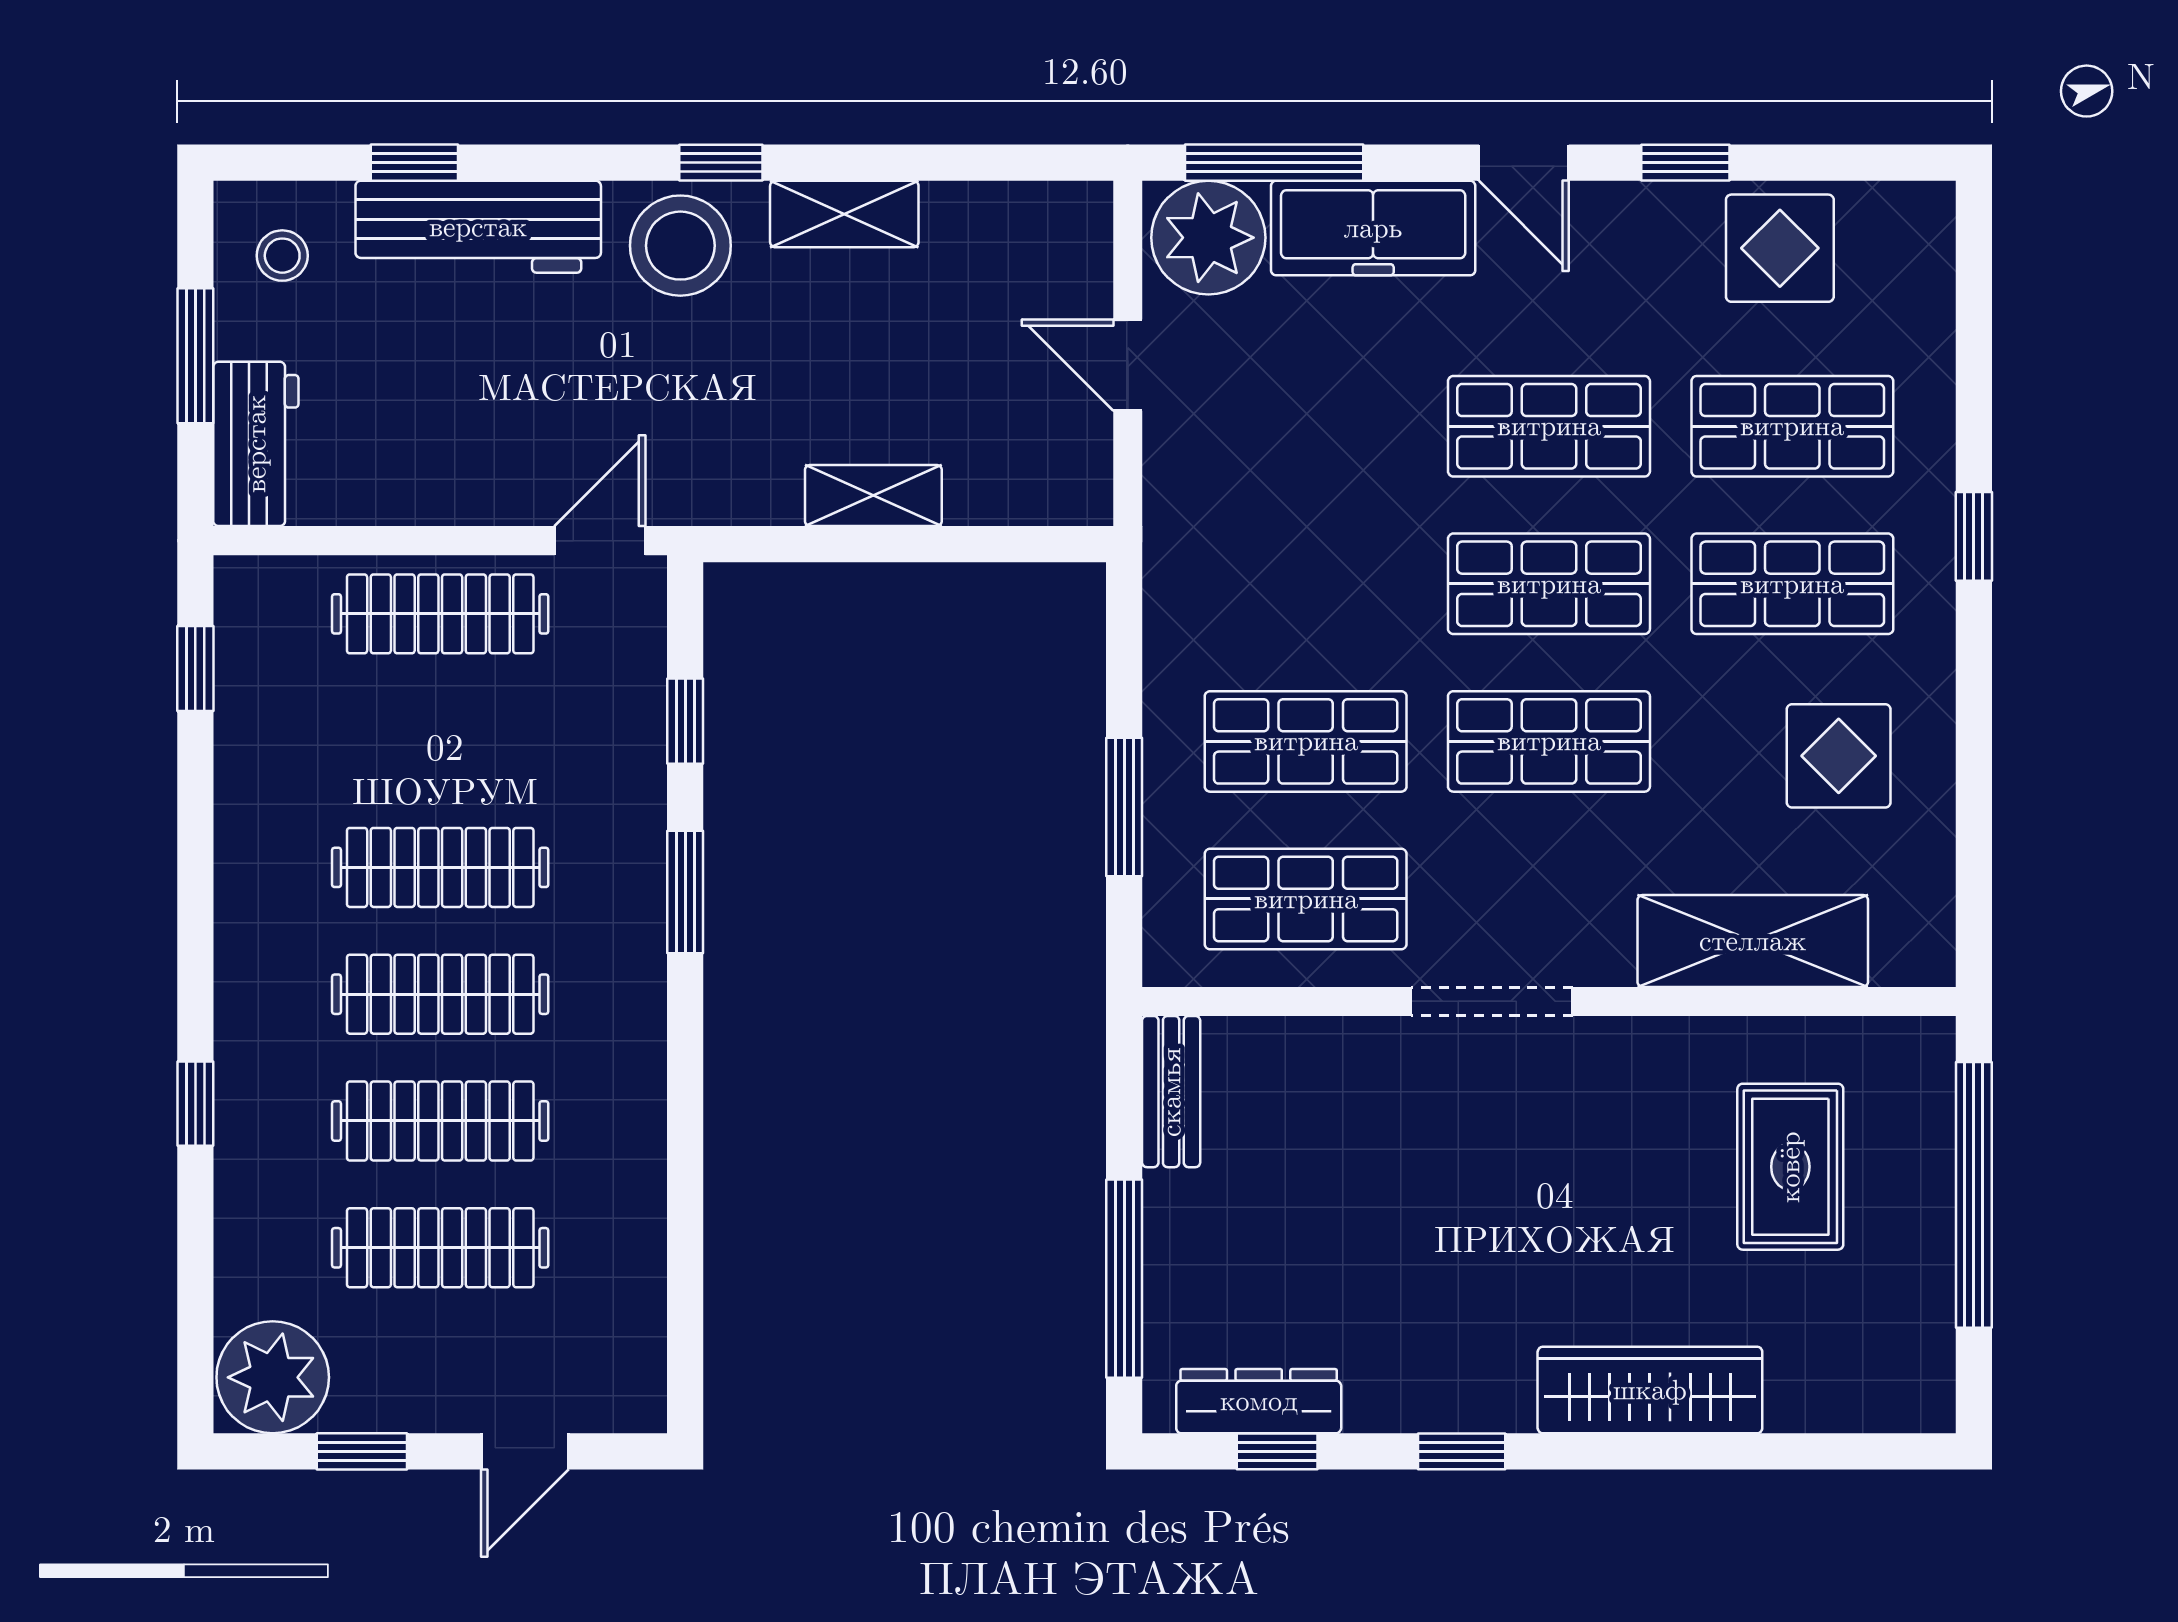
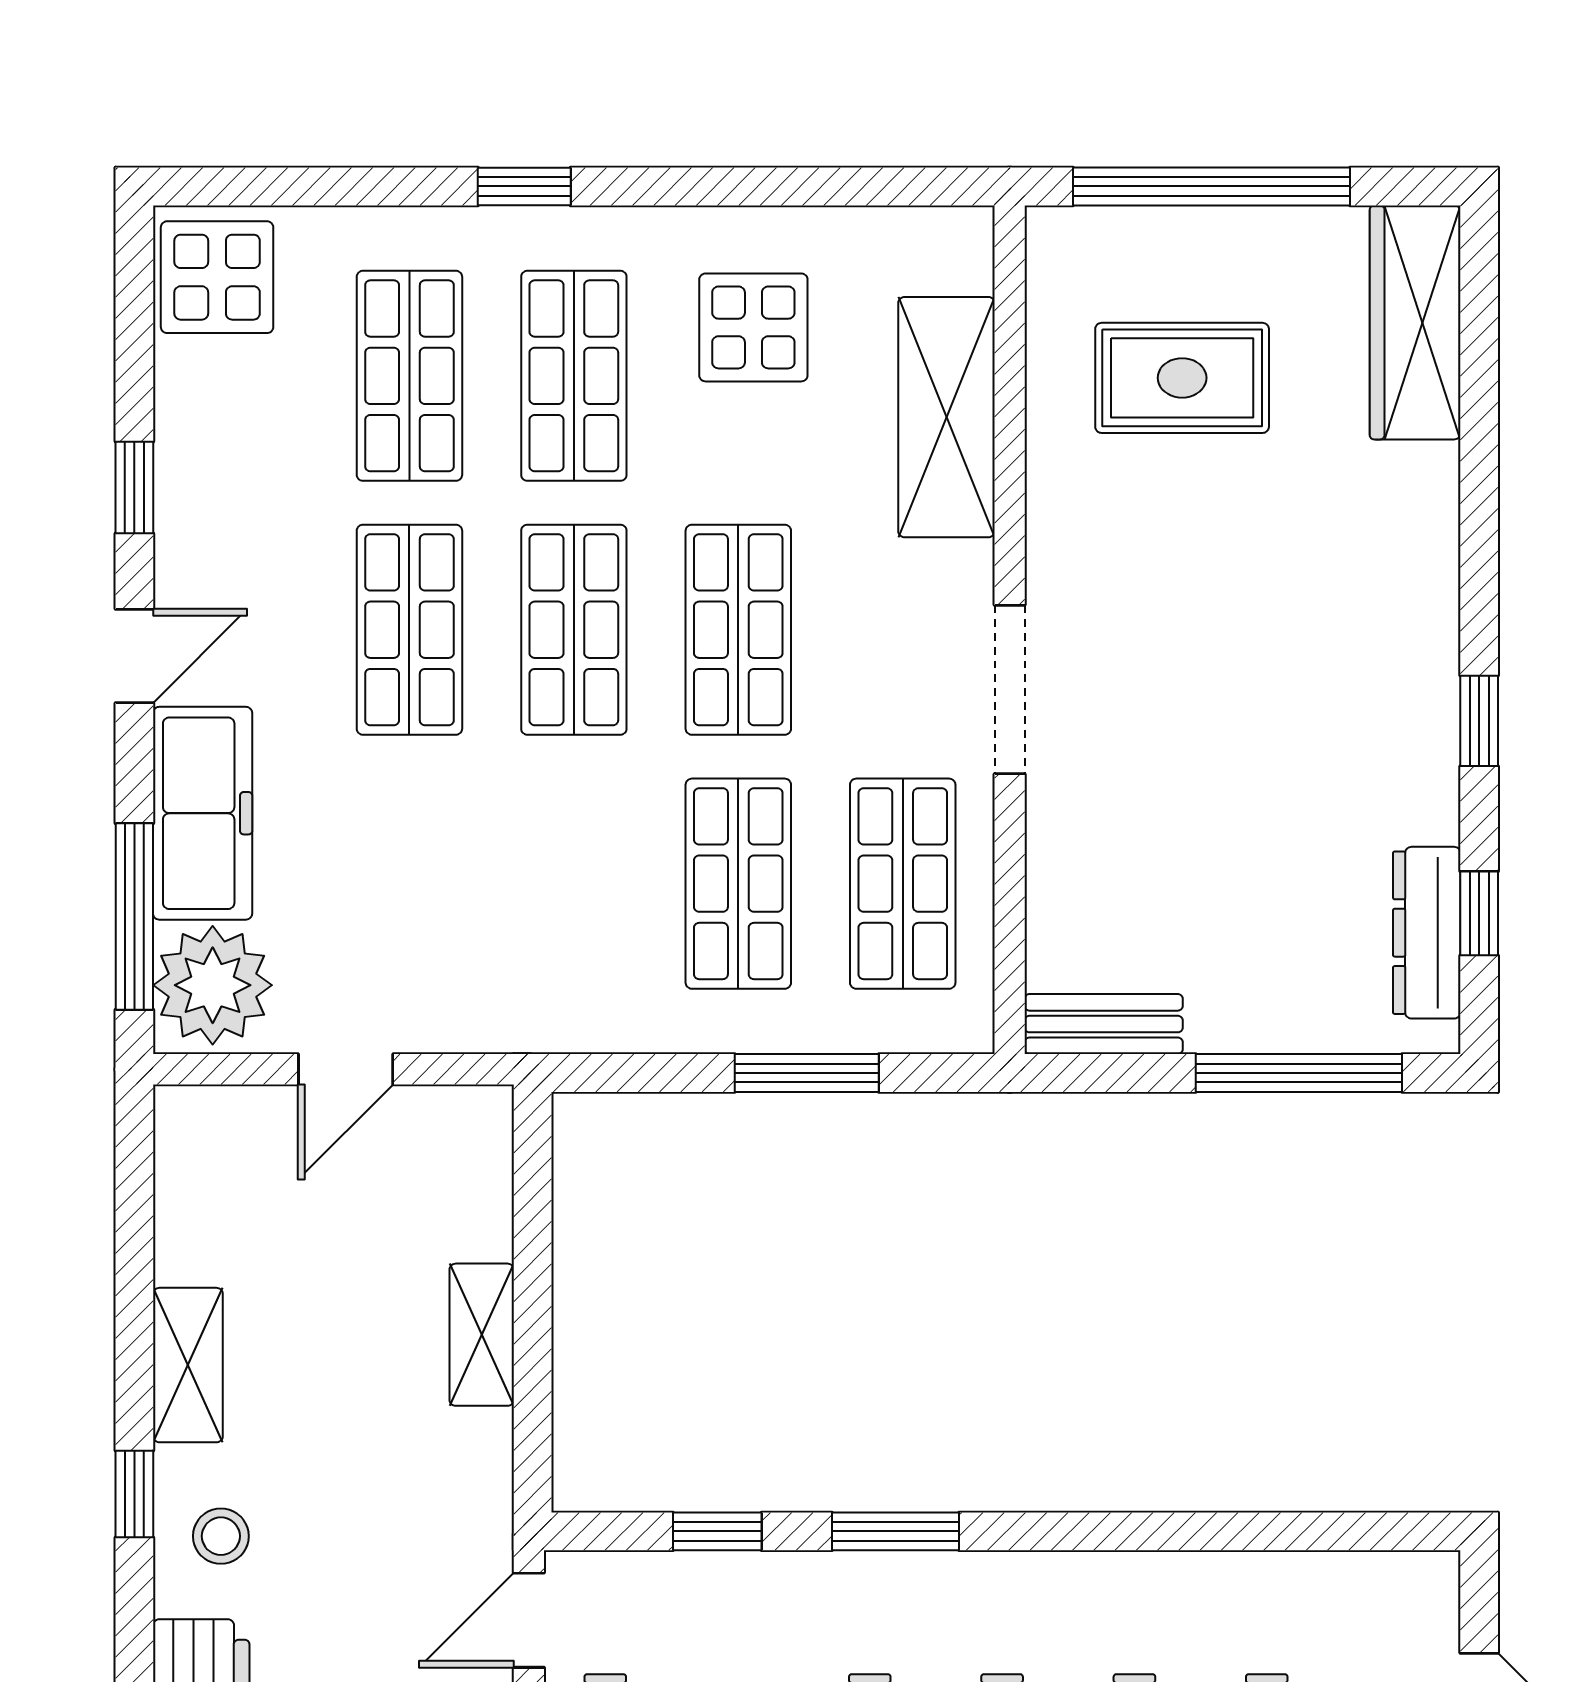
stool: (680, 246) -> (221, 1536), width x0.53, depth x0.53
display table: (1780, 248) -> (217, 277), moved
door: (600, 541) -> (529, 1620), hinge flipped
wardrobe: (1650, 1390) -> (1415, 322), moved

